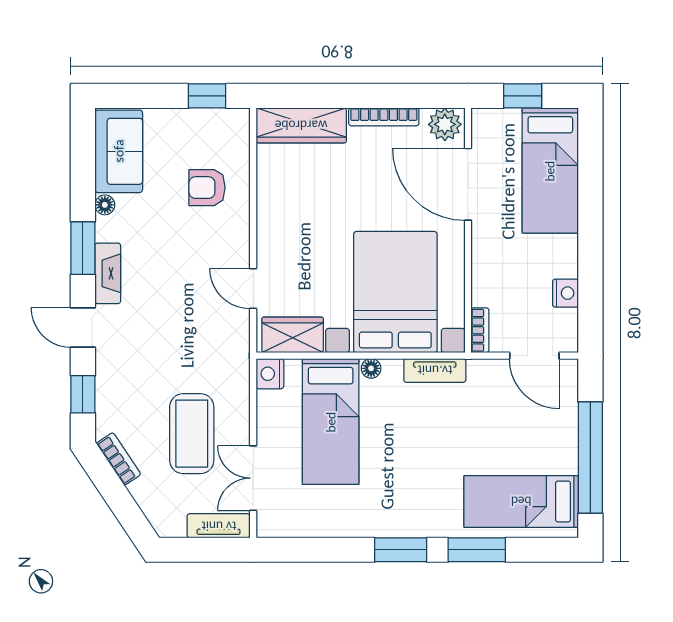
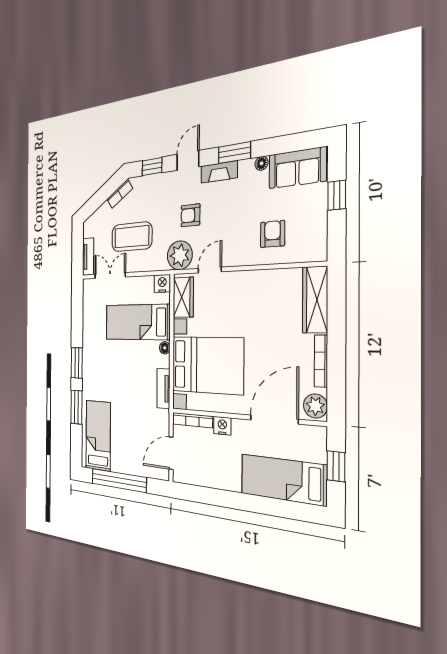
window: (207, 96) -> (337, 195), moved
nightstand: (566, 293) -> (222, 426), moved, turned 180
armchair: (168, 323) -> (190, 215), added
bookcase: (480, 330) -> (192, 420), width x1.56
plant: (228, 342) -> (180, 255), added

